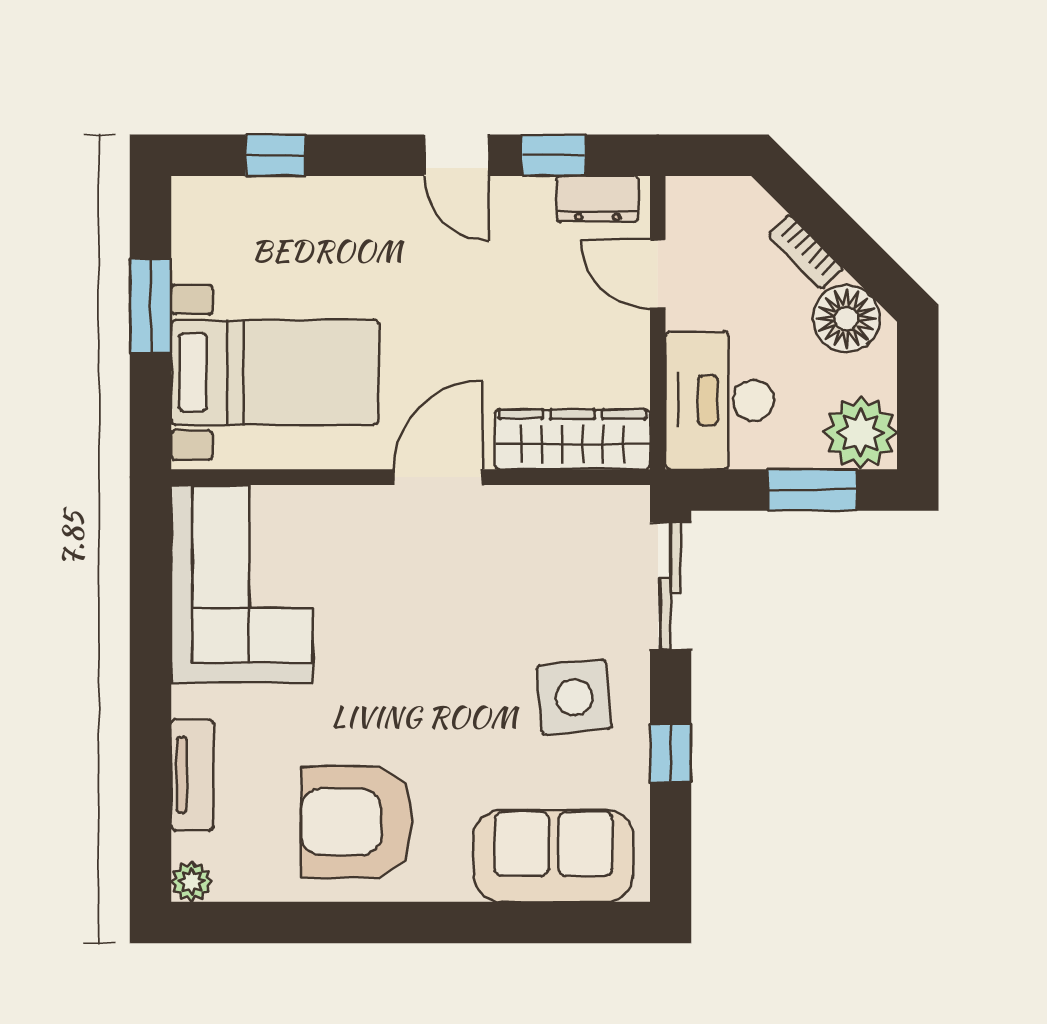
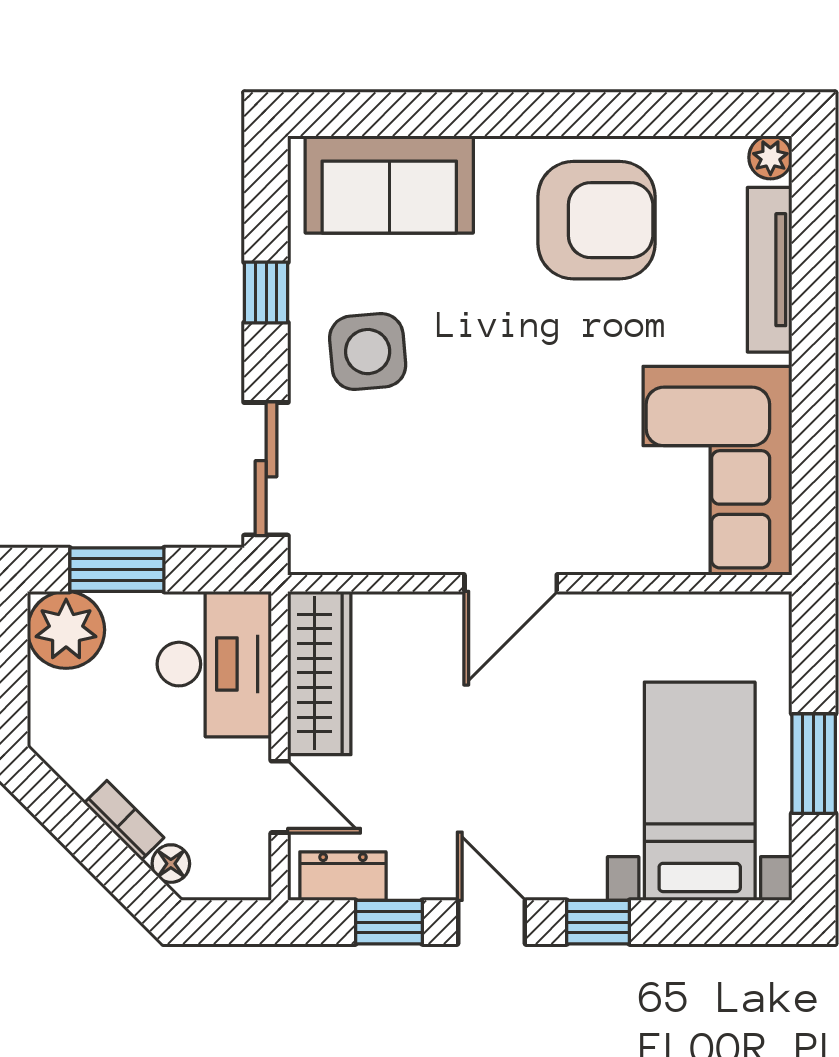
window: (275, 155) -> (598, 922), moved
floor lamp: (846, 319) -> (171, 864), moved, width x0.53, depth x0.53
bed with nightstands: (275, 372) -> (700, 791), moved, turned 90
wardrobe: (572, 439) -> (319, 673), moved, turned -90
tv unit: (192, 775) -> (770, 270), width x1.41

